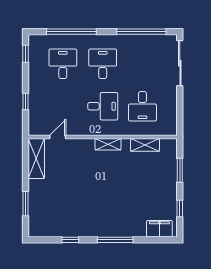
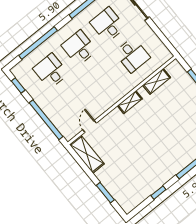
window: (26, 102) -> (46, 120), width x3.17
desk: (103, 106) -> (108, 25), moved, turned -90

